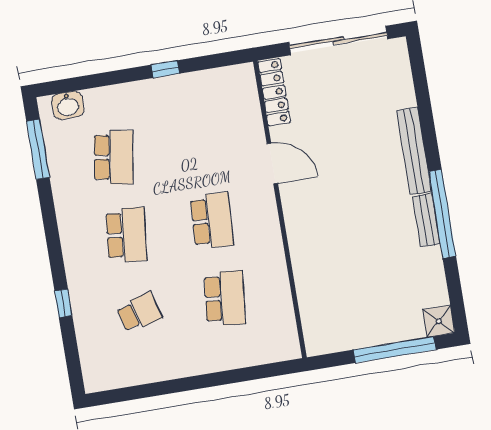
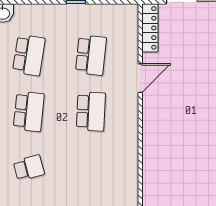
door: (272, 163) -> (140, 78), hinge flipped
school desk: (225, 298) -> (91, 55), moved

